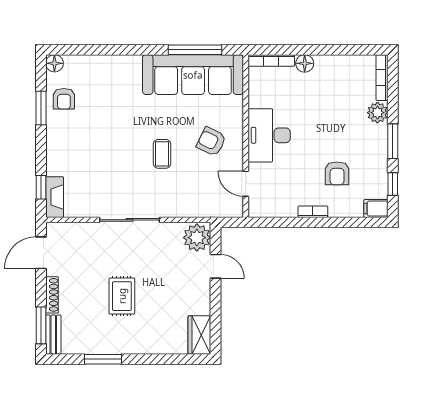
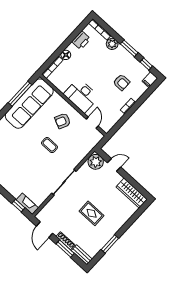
printer: (344, 66) -> (81, 40), added
door: (246, 184) -> (92, 123), swing flipped
window: (41, 325) -> (65, 249), moved
wardrobe: (199, 335) -> (132, 193), width x1.50

